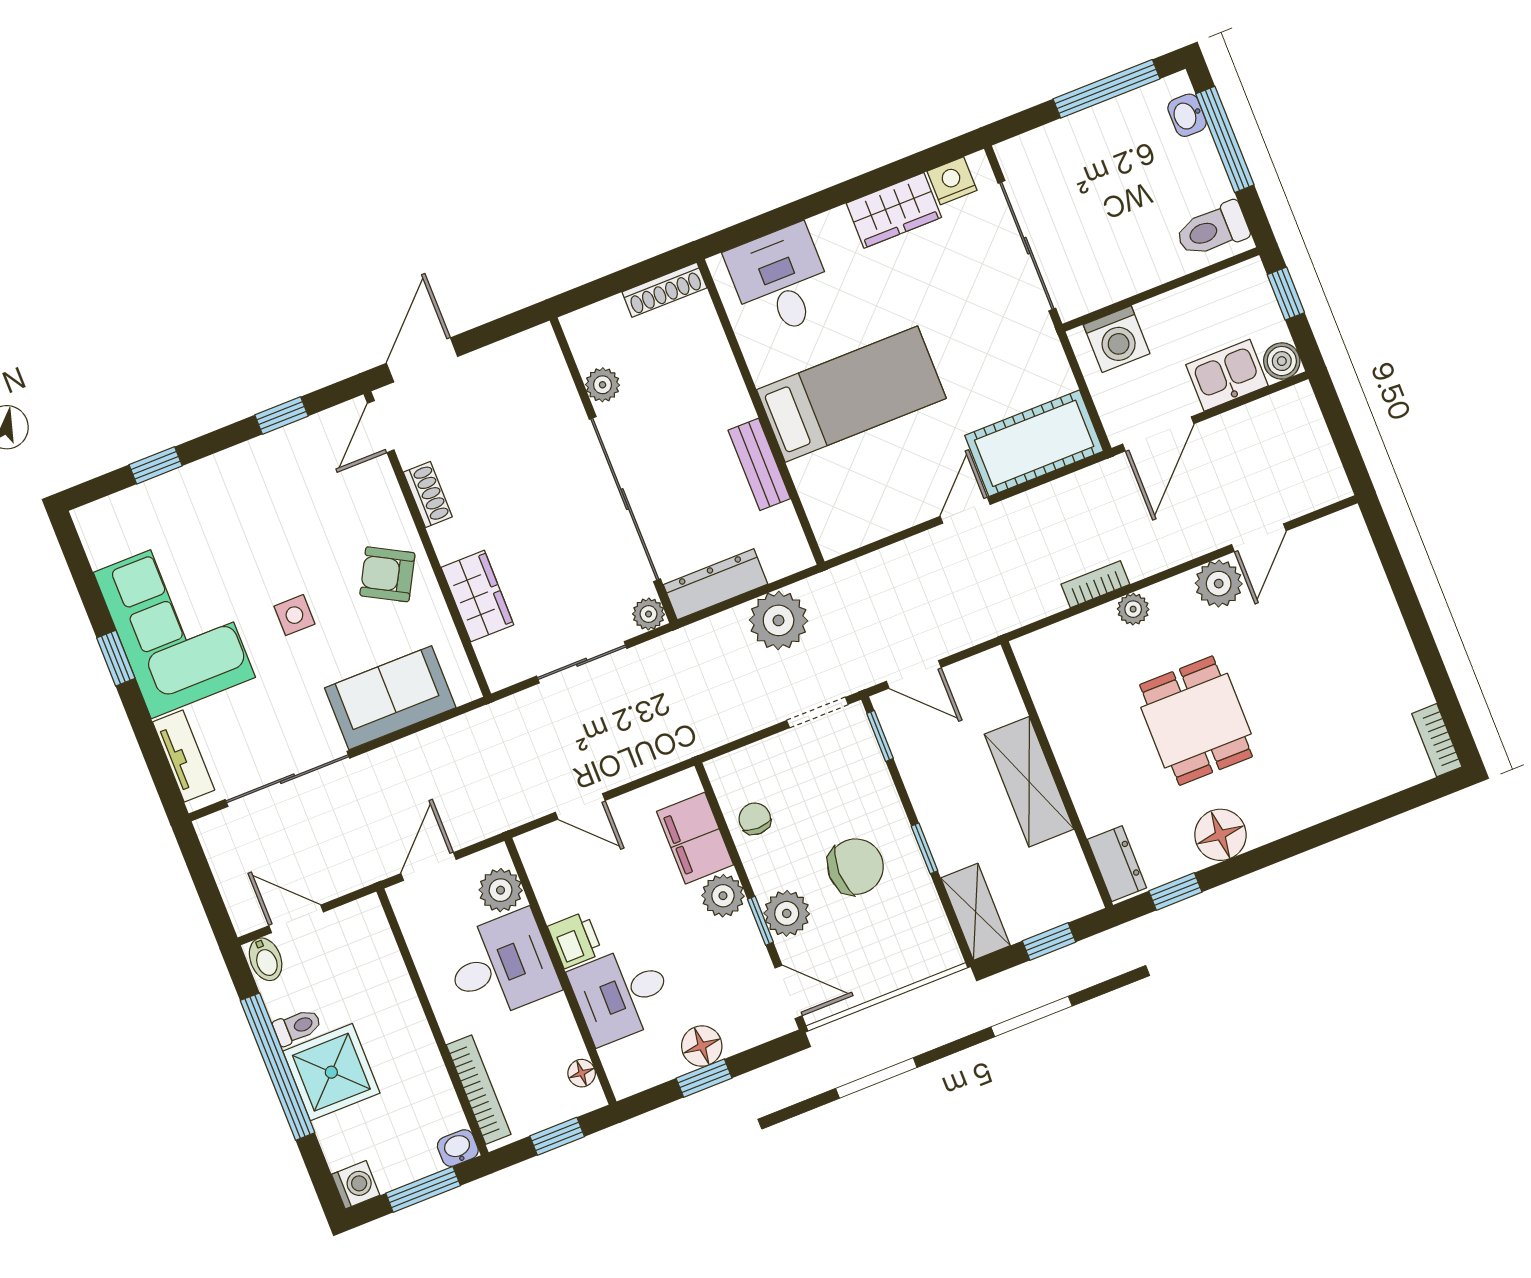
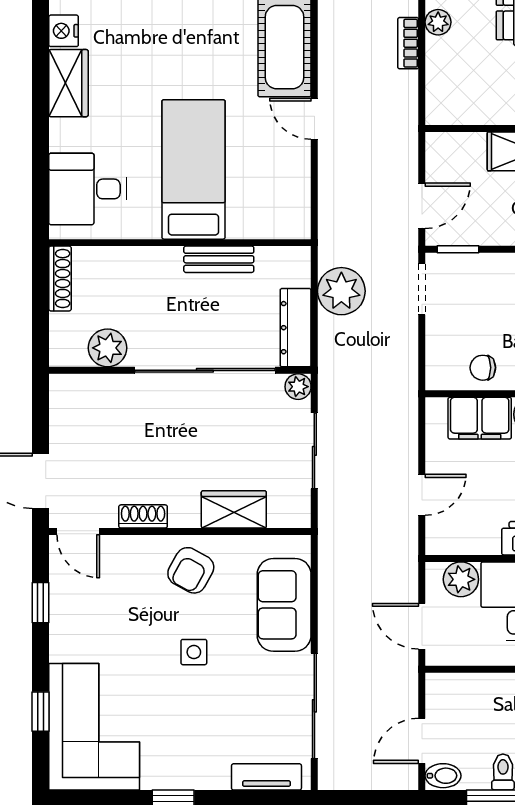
plant: (603, 385) -> (108, 348), width x1.38, depth x1.38
corner sofa: (174, 625) -> (94, 727), moved, turned 90

